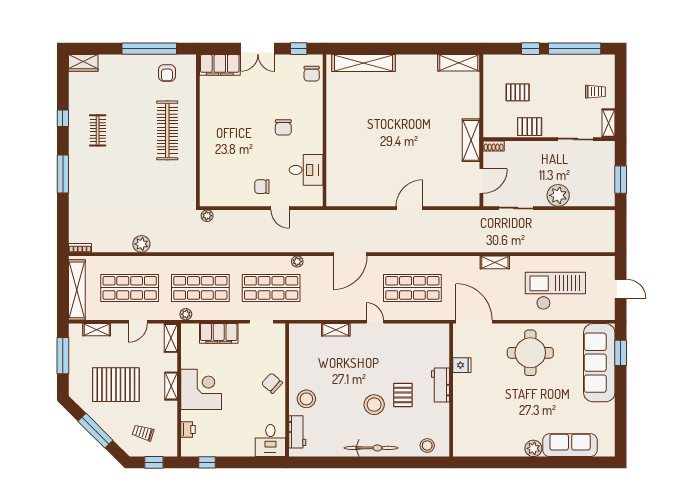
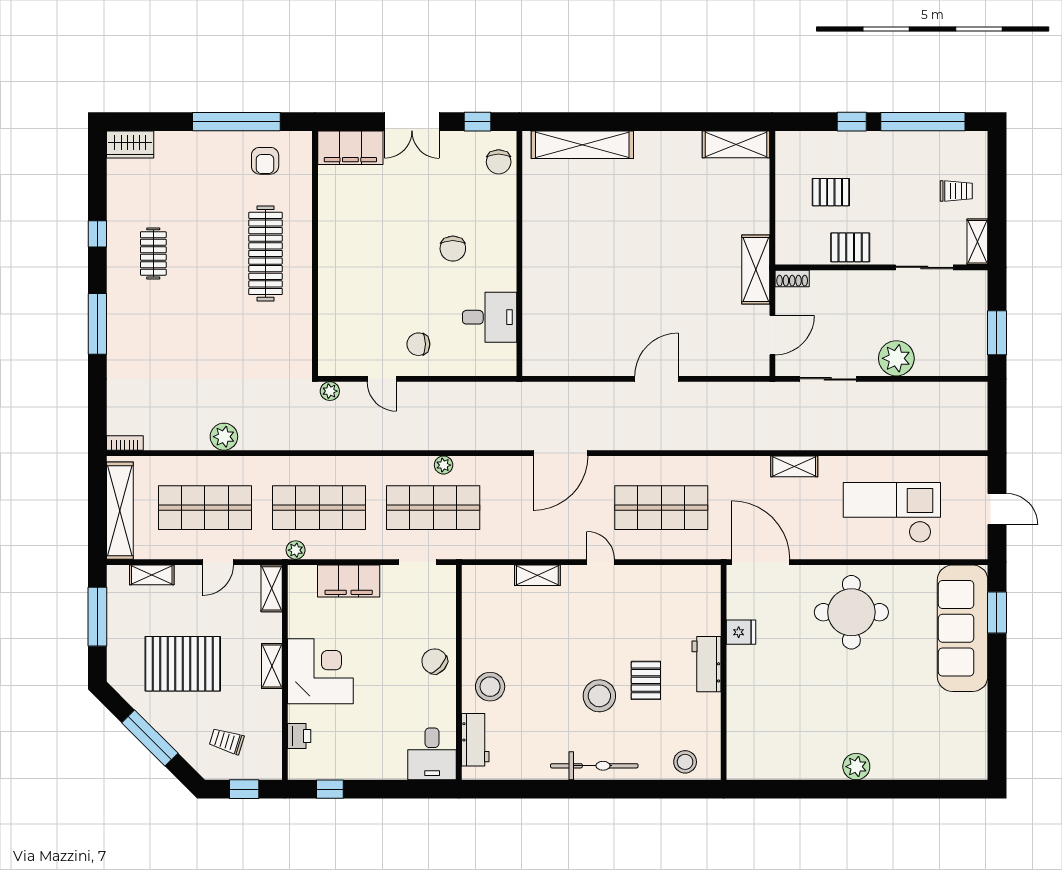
door: (280, 208) -> (382, 379), moved
plant: (297, 262) -> (444, 465), moved
sofa: (570, 445) -> (915, 761), removed

